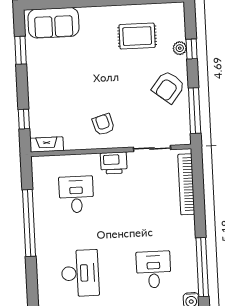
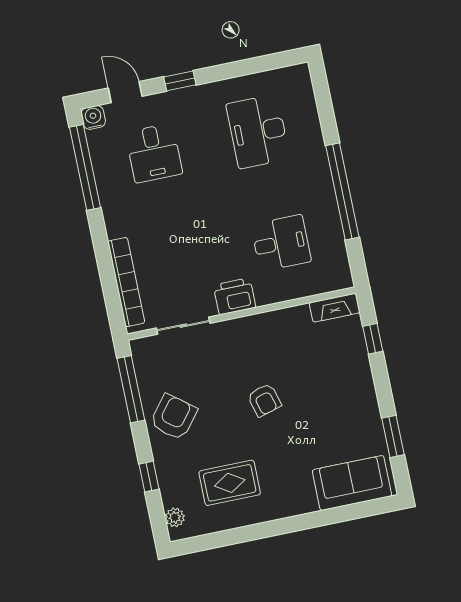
plant: (180, 48) -> (175, 517), moved
armchair: (103, 124) -> (264, 400), moved
desk: (76, 194) -> (281, 243), turned -90

